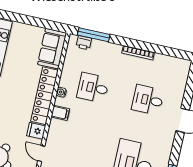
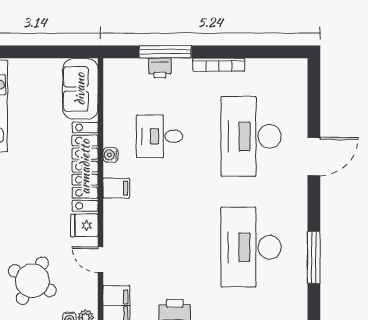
window: (94, 35) -> (165, 52), moved
printer: (84, 43) -> (160, 68), moved
desk: (148, 100) -> (251, 136), width x1.87, depth x1.30

